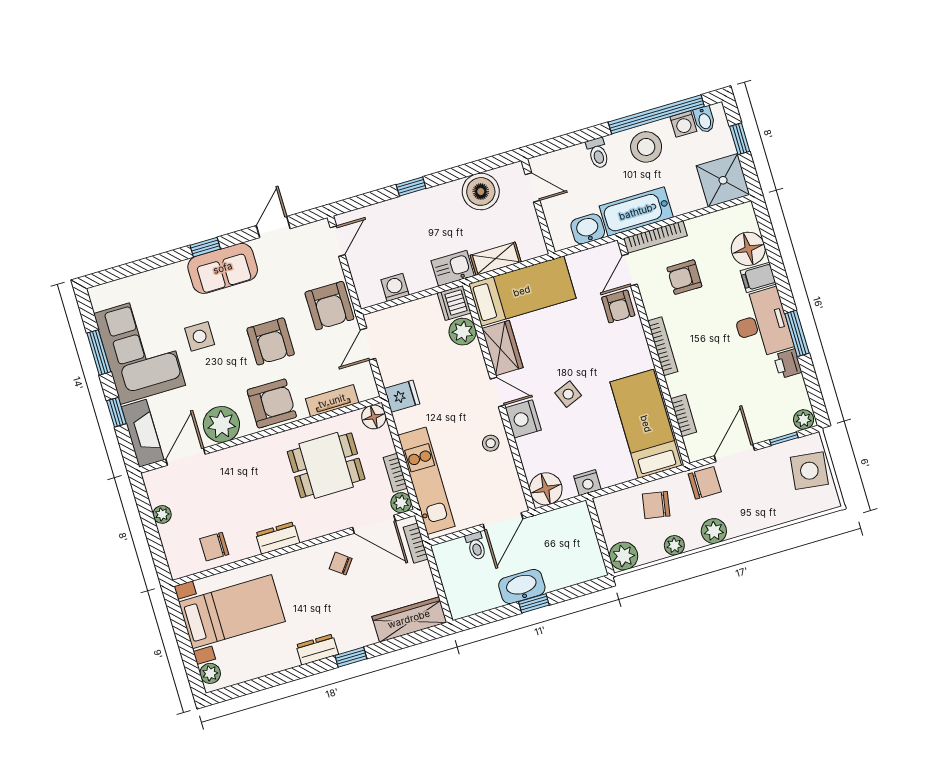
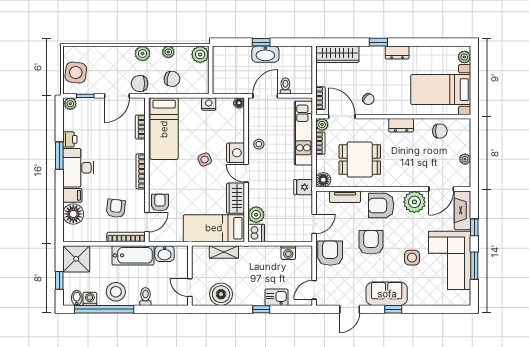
kitchen sink: (453, 268) -> (277, 297), moved, turned 180
armchair: (684, 277) -> (116, 208), turned -84
floor lamp: (546, 489) -> (239, 103), width x0.53, depth x0.53

